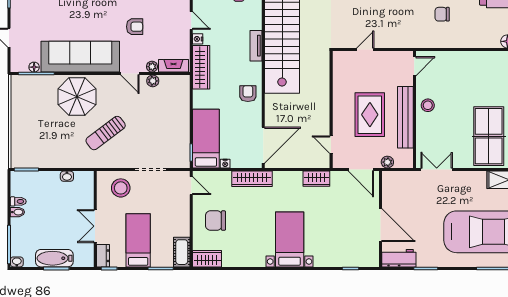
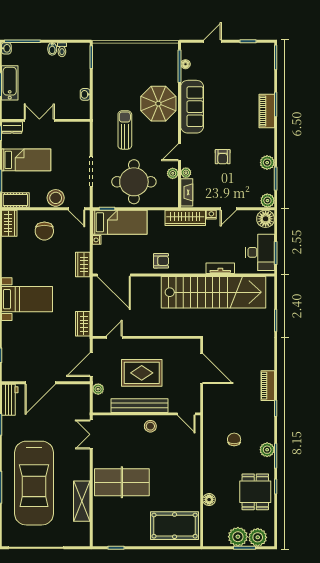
tv unit: (256, 46) -> (220, 268), moved
door: (365, 50) -> (202, 369), width x1.87
sofa: (80, 57) -> (192, 107), width x0.74, depth x0.79
round table: (162, 123) -> (134, 182), added
sun lounger: (106, 133) -> (125, 130), turned 37
double door: (437, 170) -> (91, 434), swing flipped
wardrobe: (252, 179) -> (83, 265), width x0.67
door: (191, 186) -> (76, 209), hinge flipped
stool: (121, 188) -> (56, 198), moved
chair: (216, 221) -> (44, 231), turned 180

